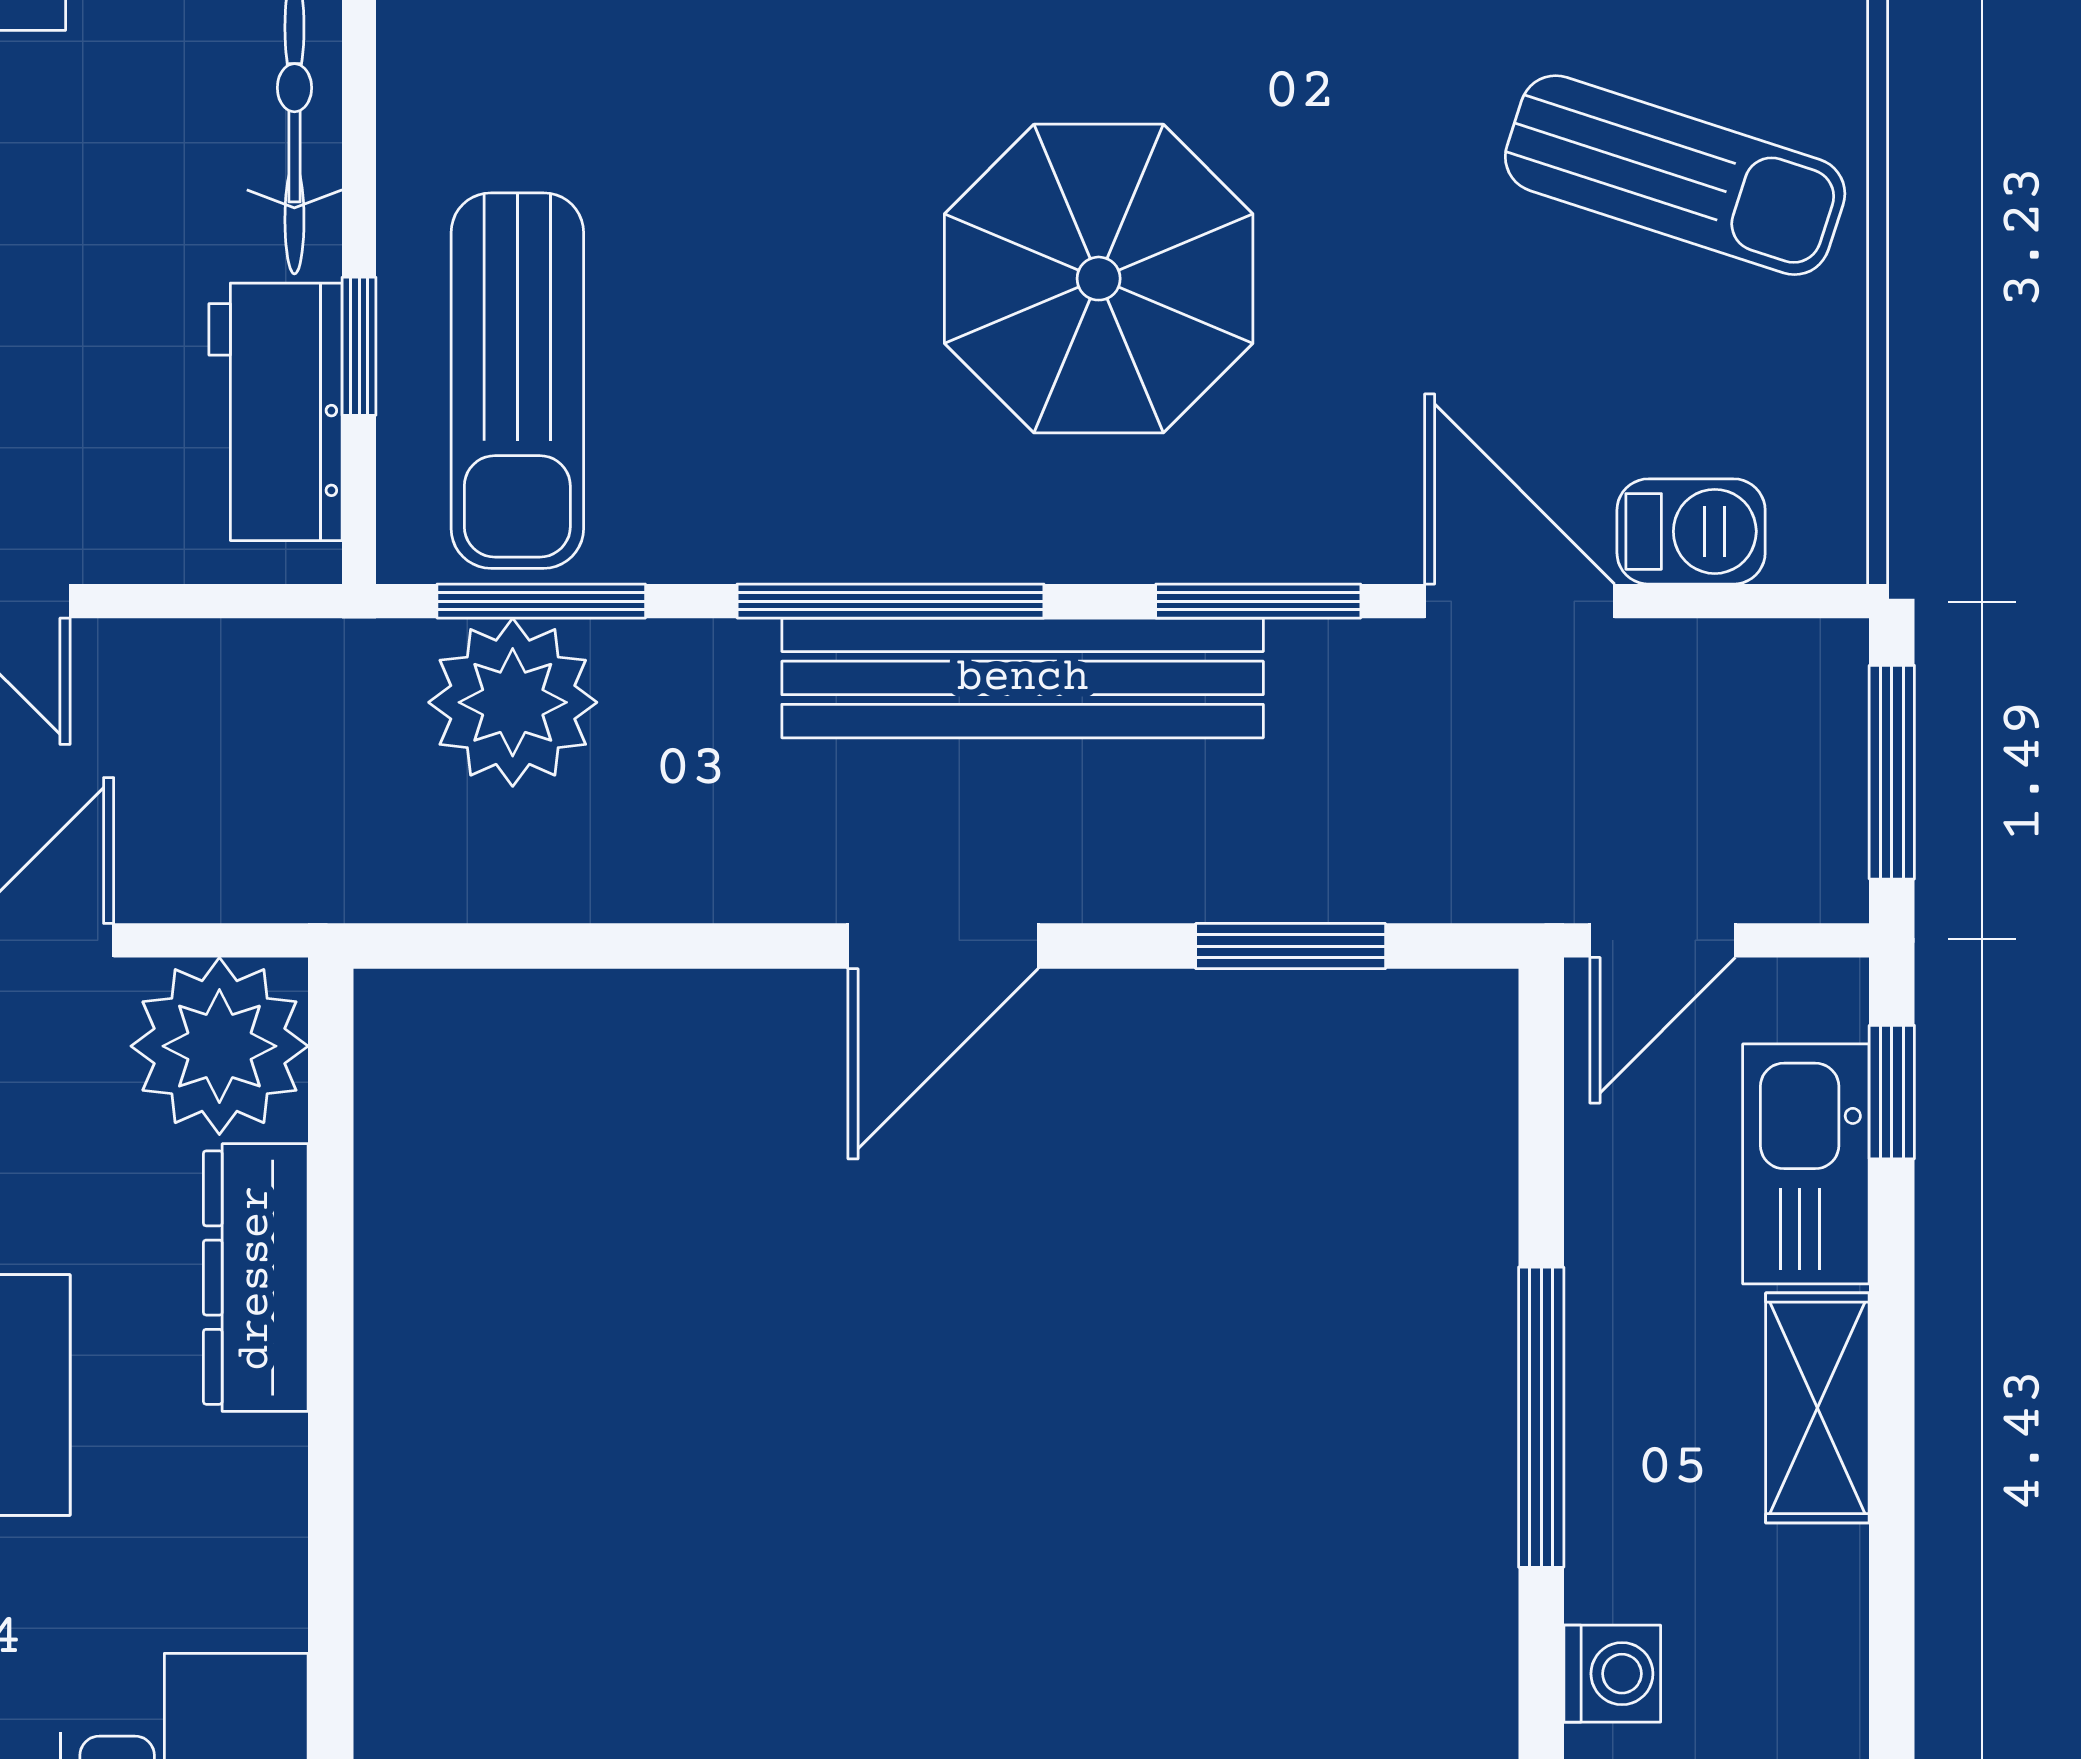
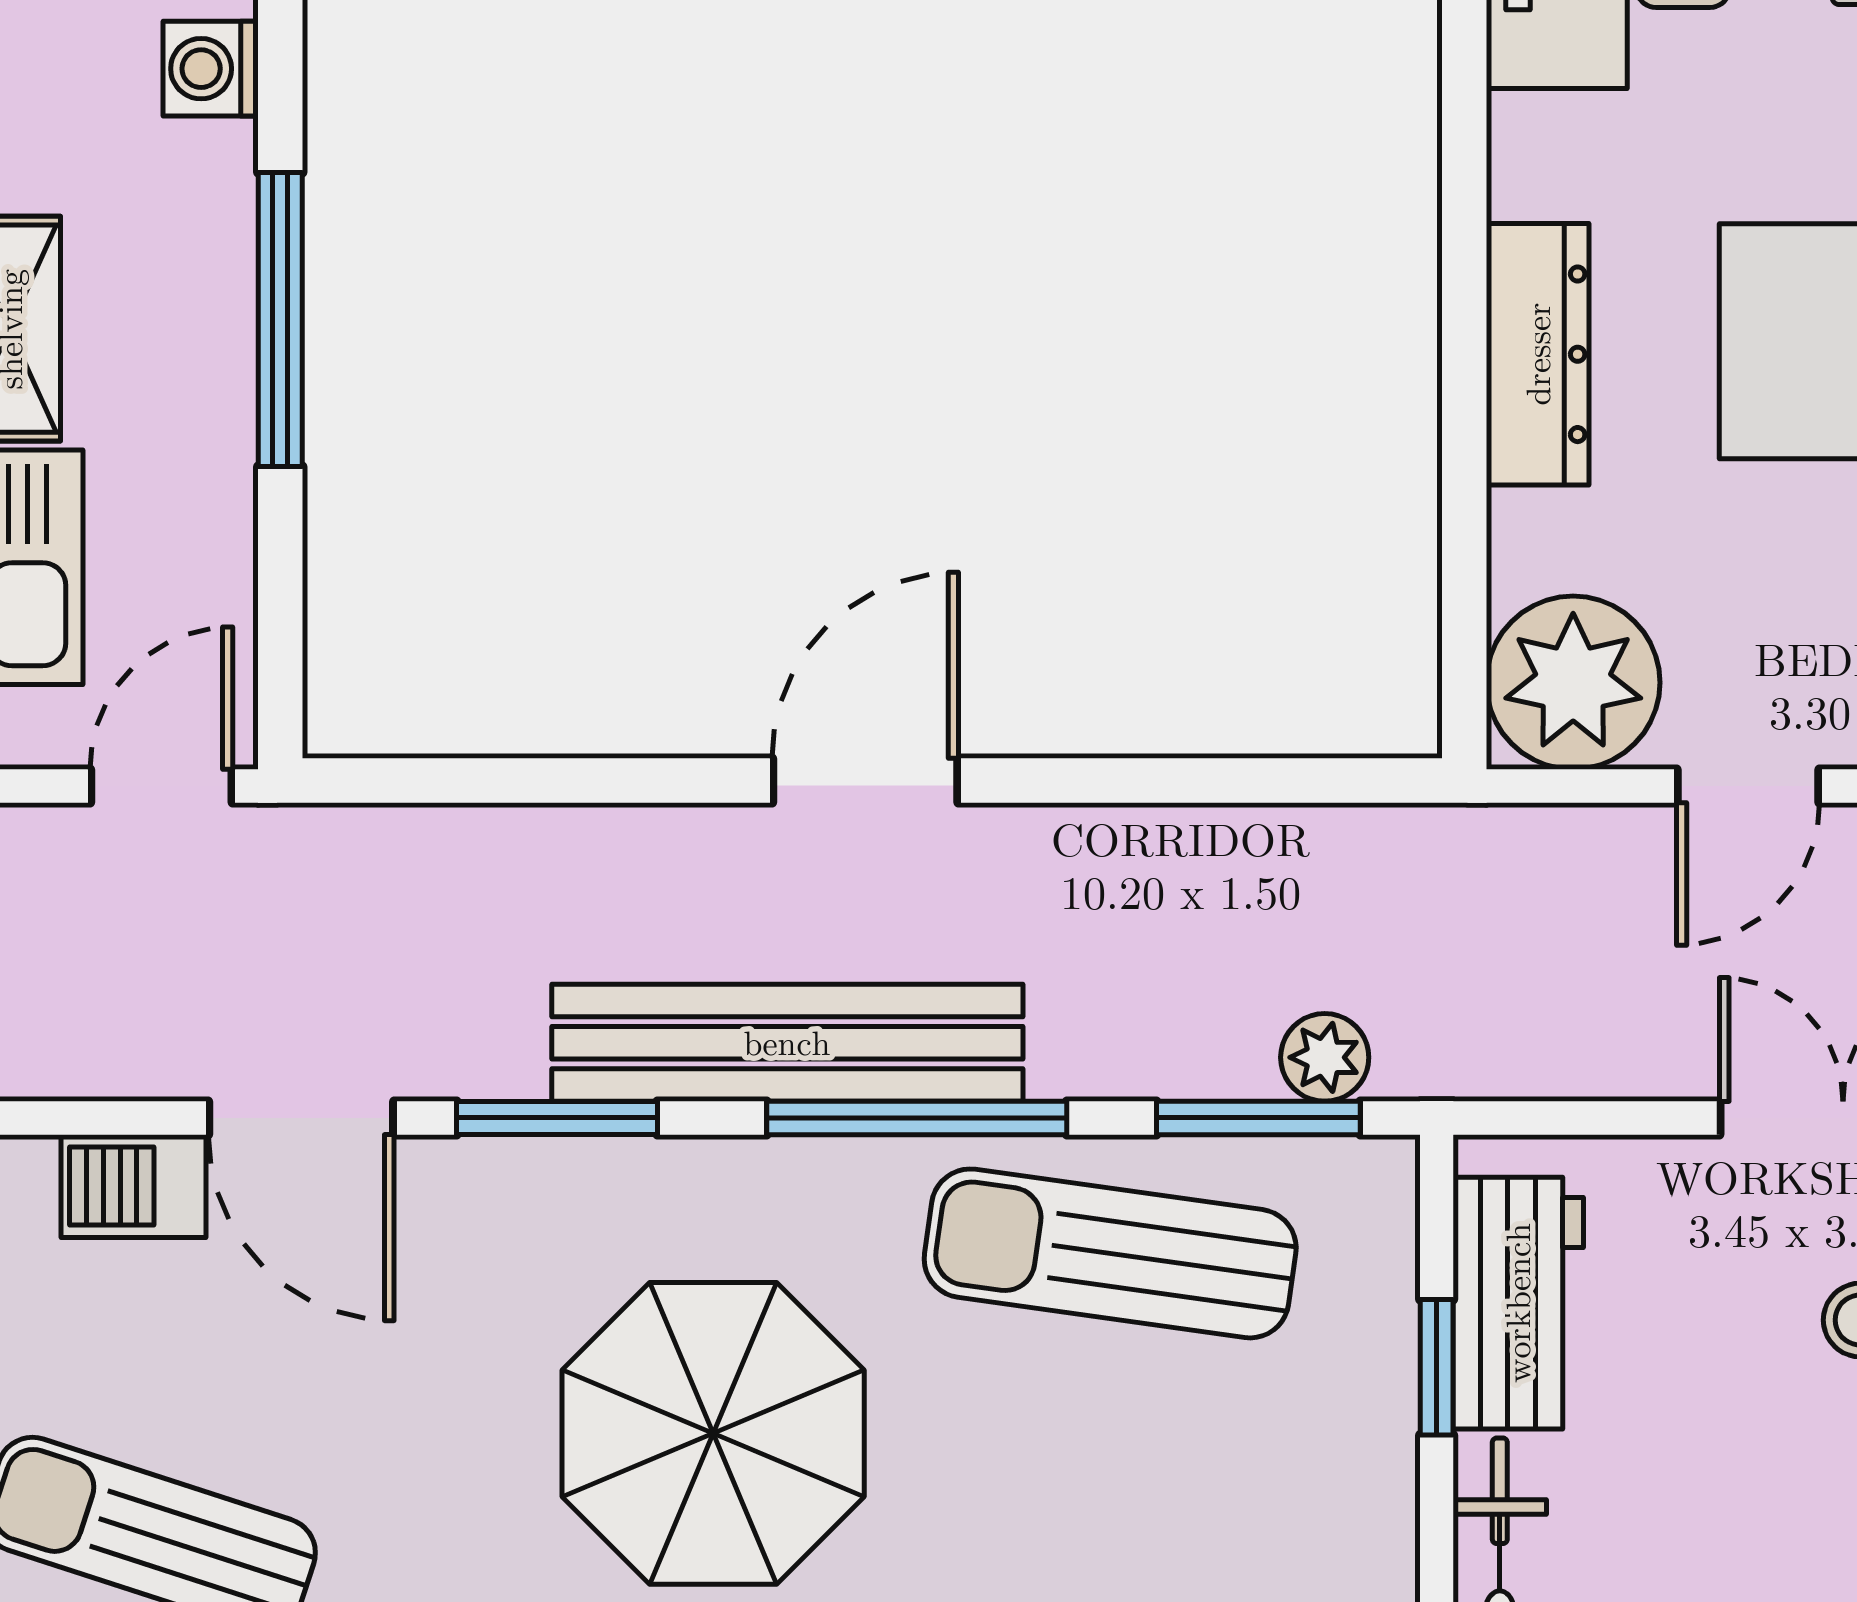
sun lounger: (517, 381) -> (1110, 1253), moved, turned -82
plant: (513, 702) -> (1325, 1057), width x0.53, depth x0.53
window: (1291, 946) -> (525, 780), removed
dresser: (256, 1278) -> (1538, 354), moved

